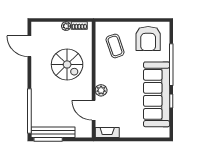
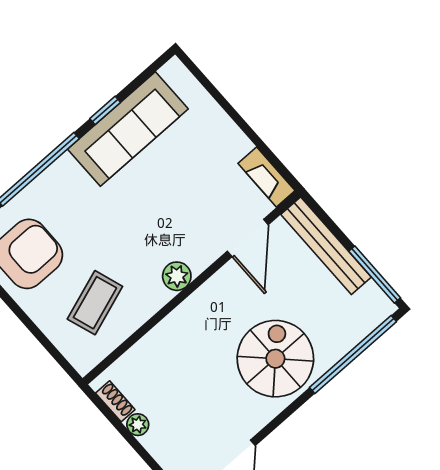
spiral stairs: (67, 64) -> (275, 359), moved
plant: (101, 90) -> (177, 276), moved
sofa: (157, 94) -> (128, 129), width x0.74, depth x0.79
bench: (53, 132) -> (326, 246), moved

